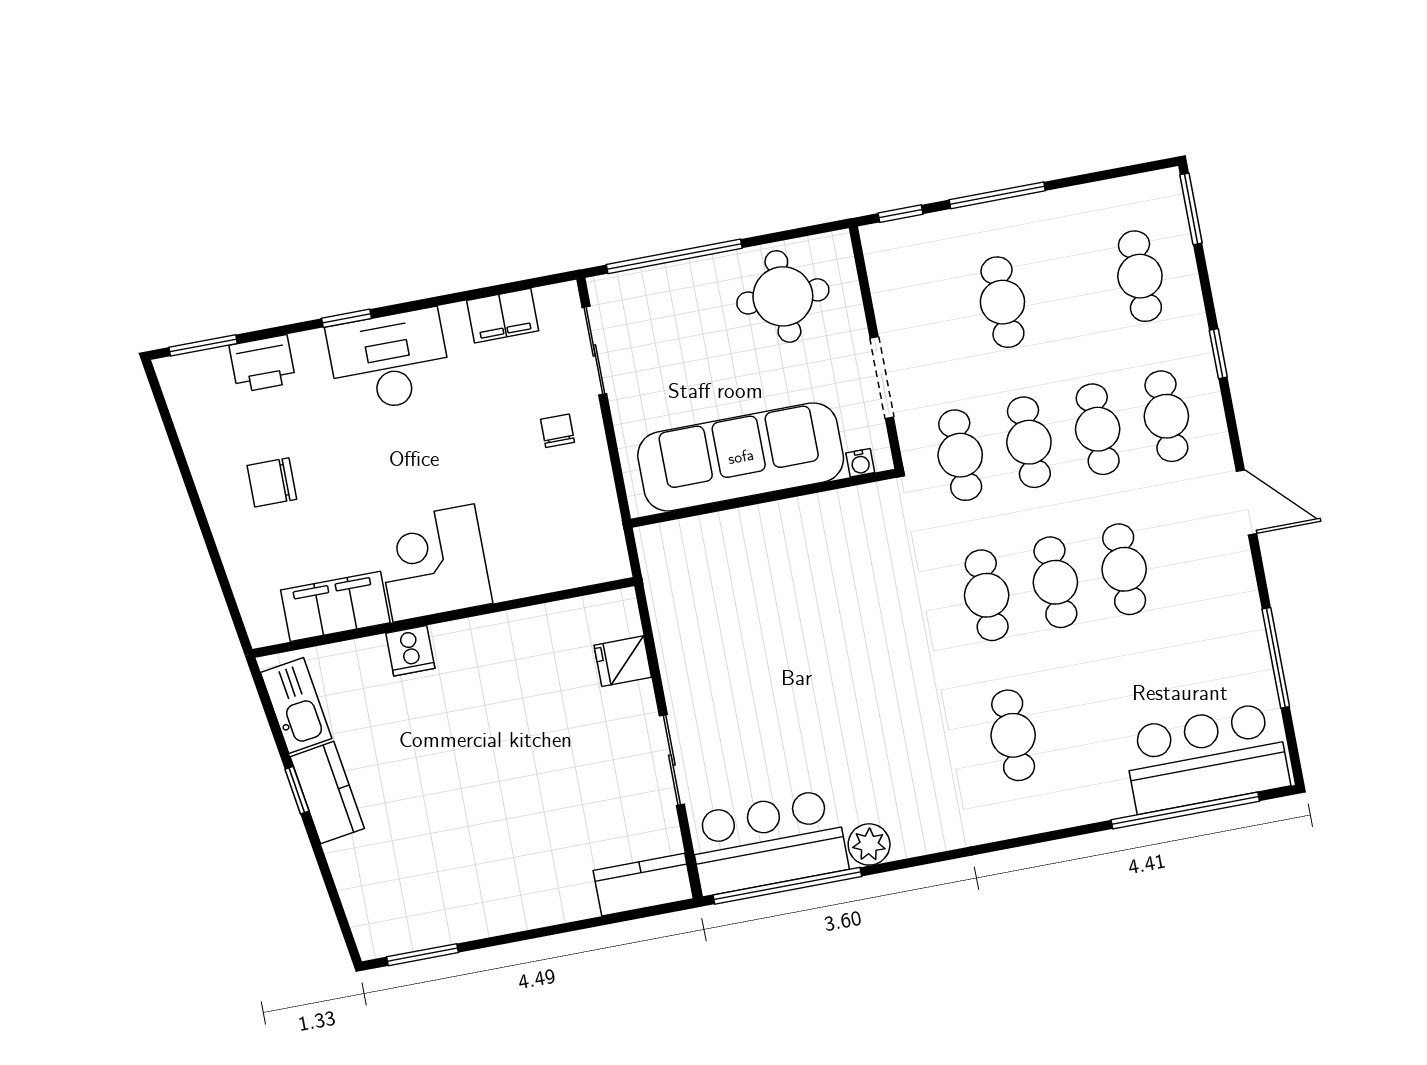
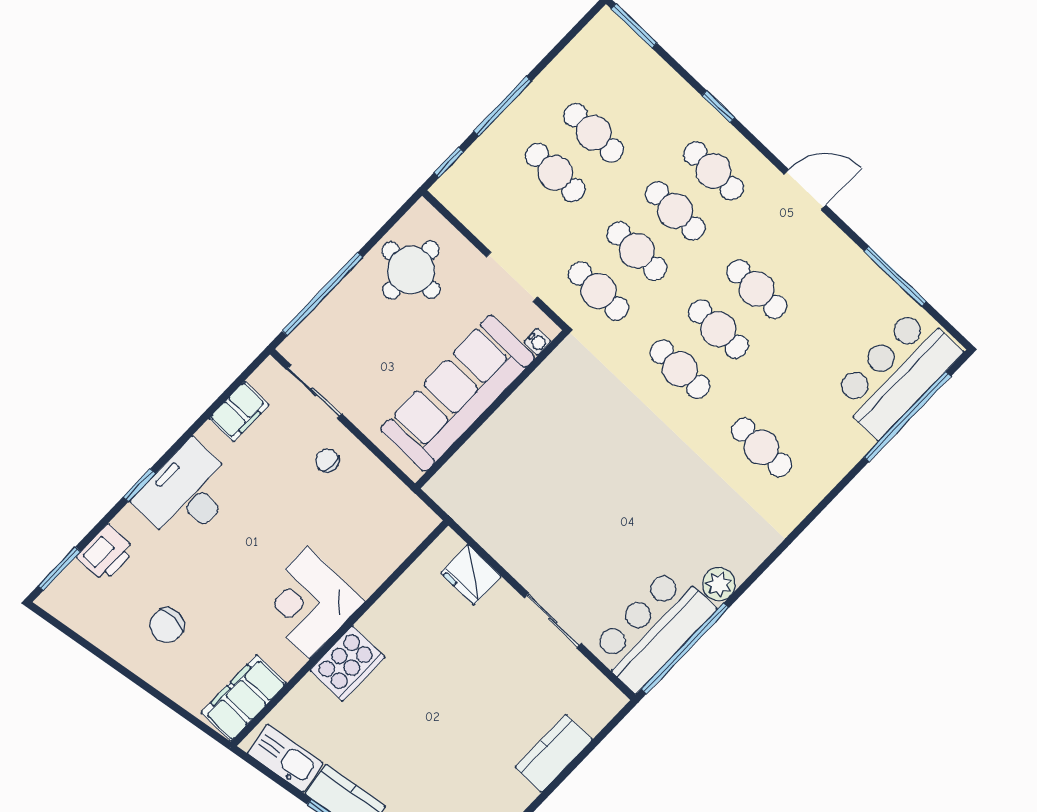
cafe table: (1140, 276) -> (594, 133), moved
filing cabinet: (335, 606) -> (244, 698), moved
cooker: (410, 651) -> (347, 664), width x1.87, depth x1.31
fridge: (623, 661) -> (471, 575), width x1.38
kitchen counter: (643, 885) -> (554, 753), moved

